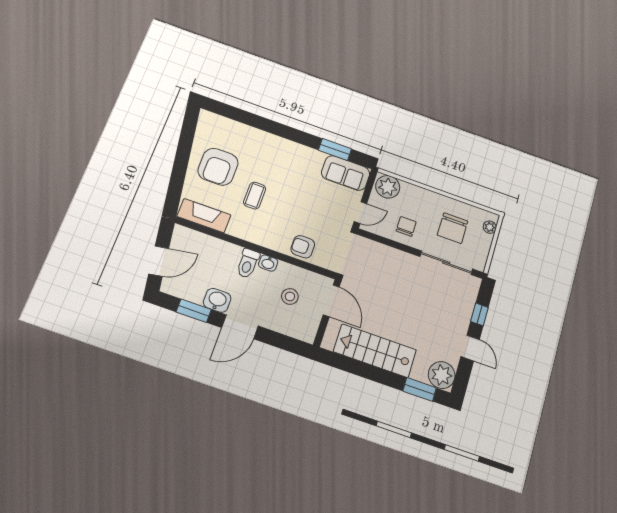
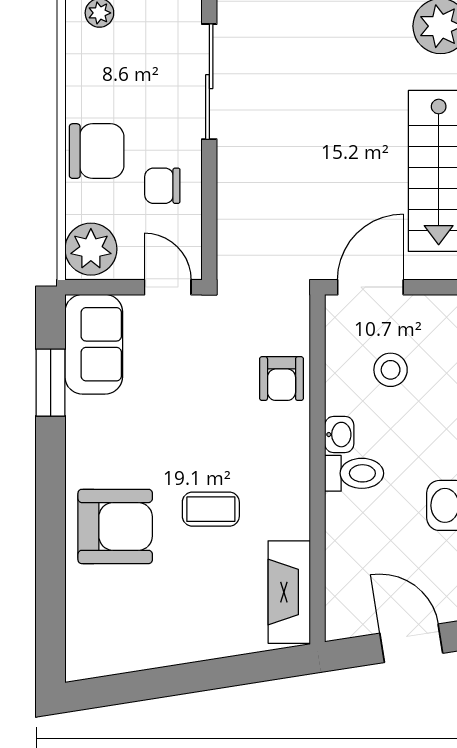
armchair: (218, 167) -> (115, 526), moved
chair: (453, 228) -> (97, 151), moved

